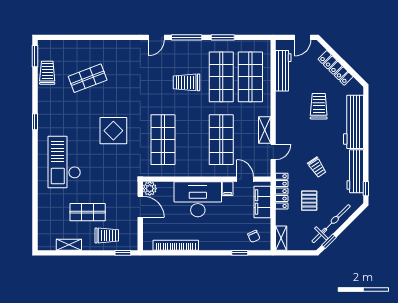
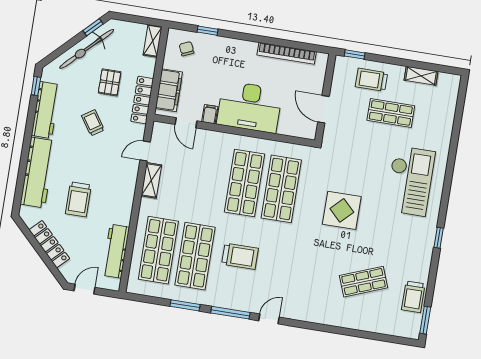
shop shelf: (221, 140) -> (245, 183), moved
plant: (150, 189) -> (308, 130), removed

